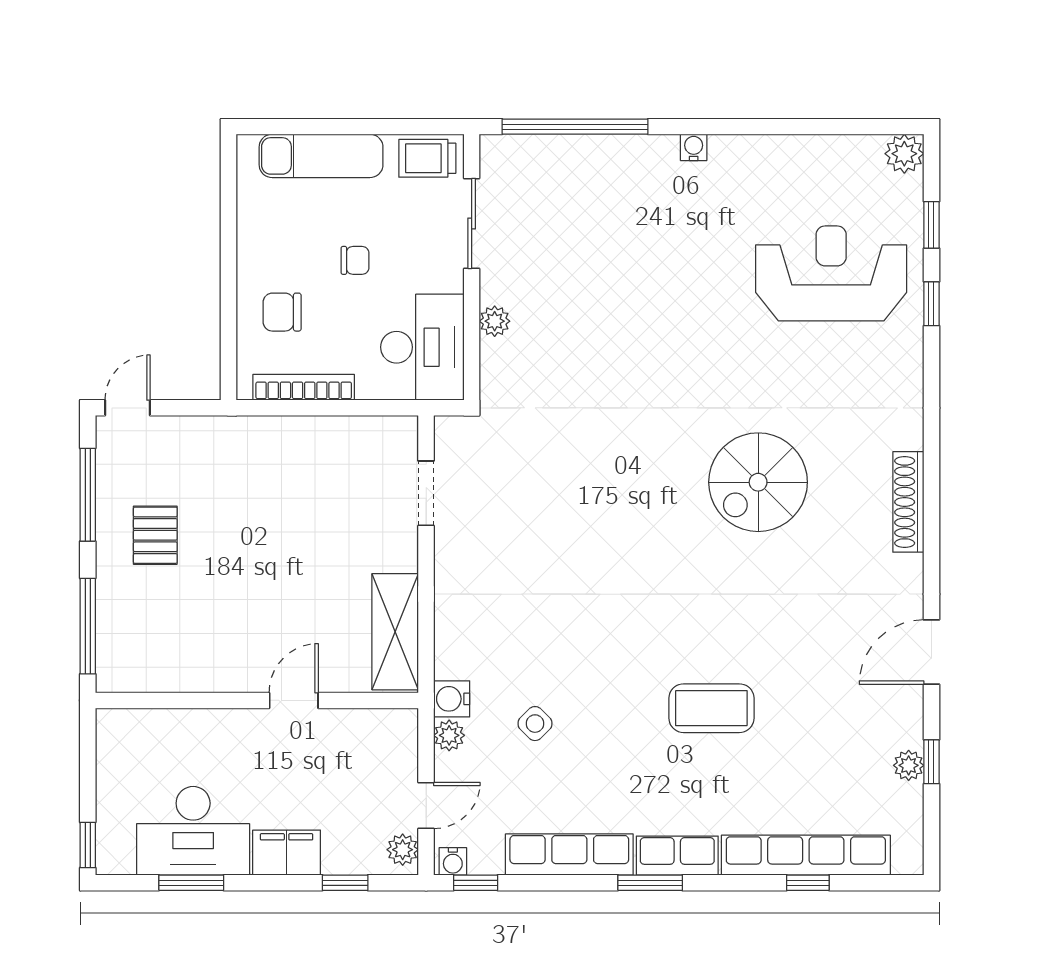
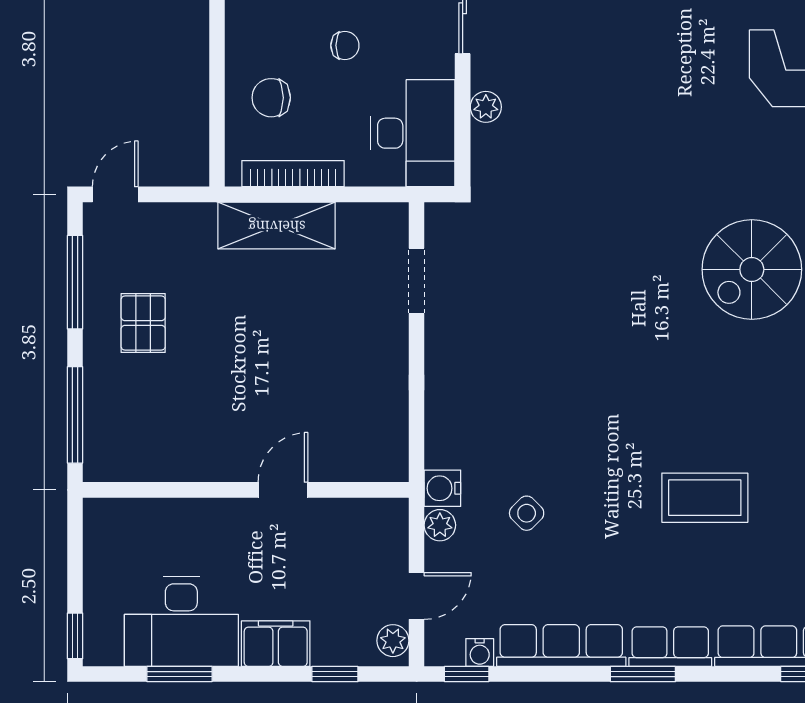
shelving: (395, 632) -> (277, 226), moved, turned 90
water cooler: (453, 861) -> (480, 652), moved

